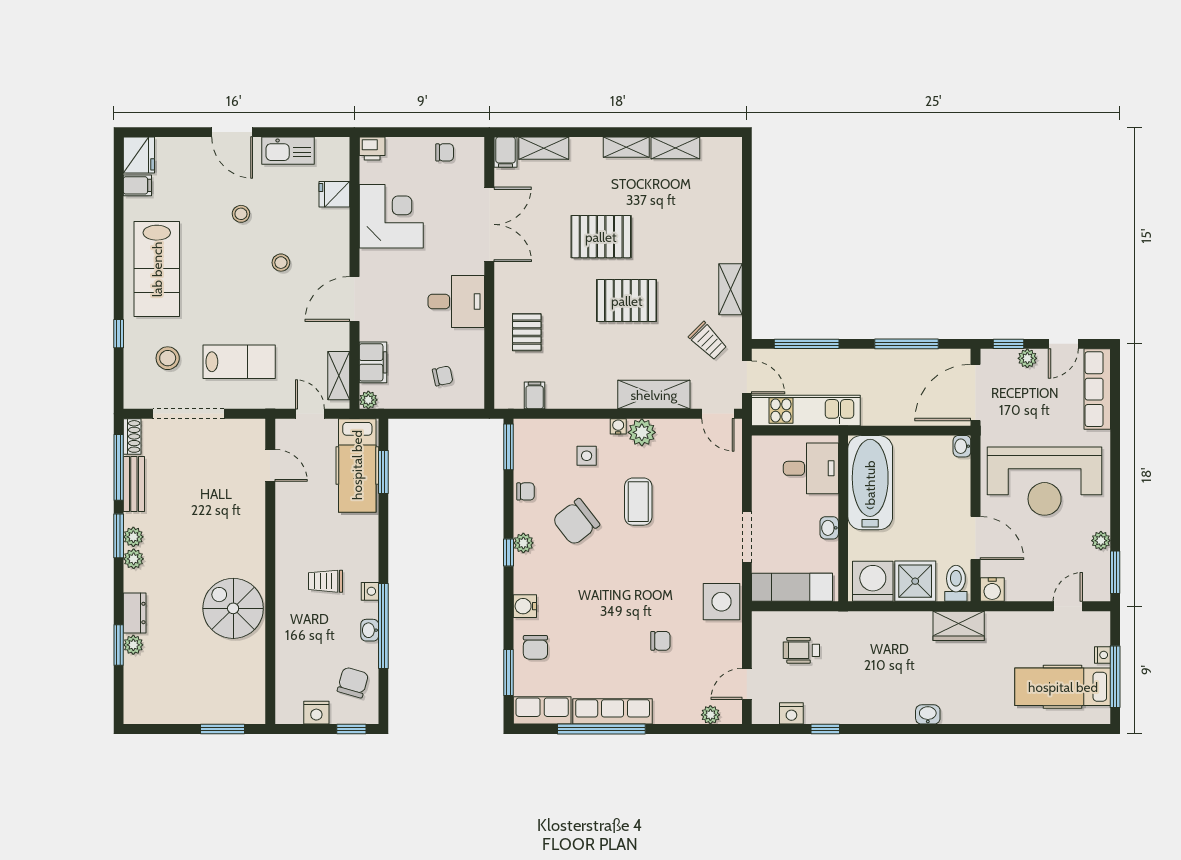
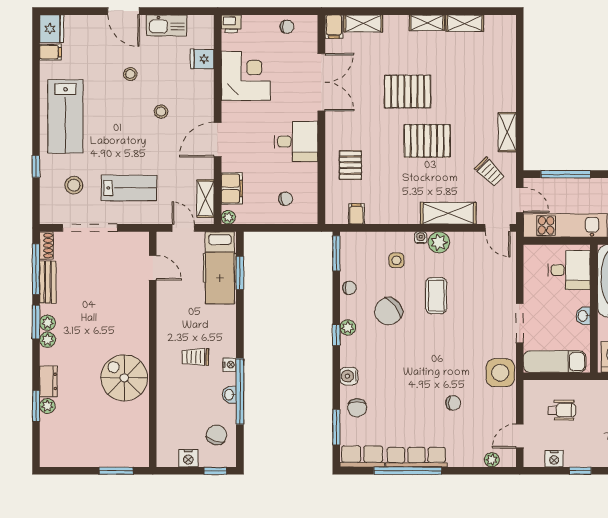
wheelchair: (801, 650) -> (562, 410), turned 180

